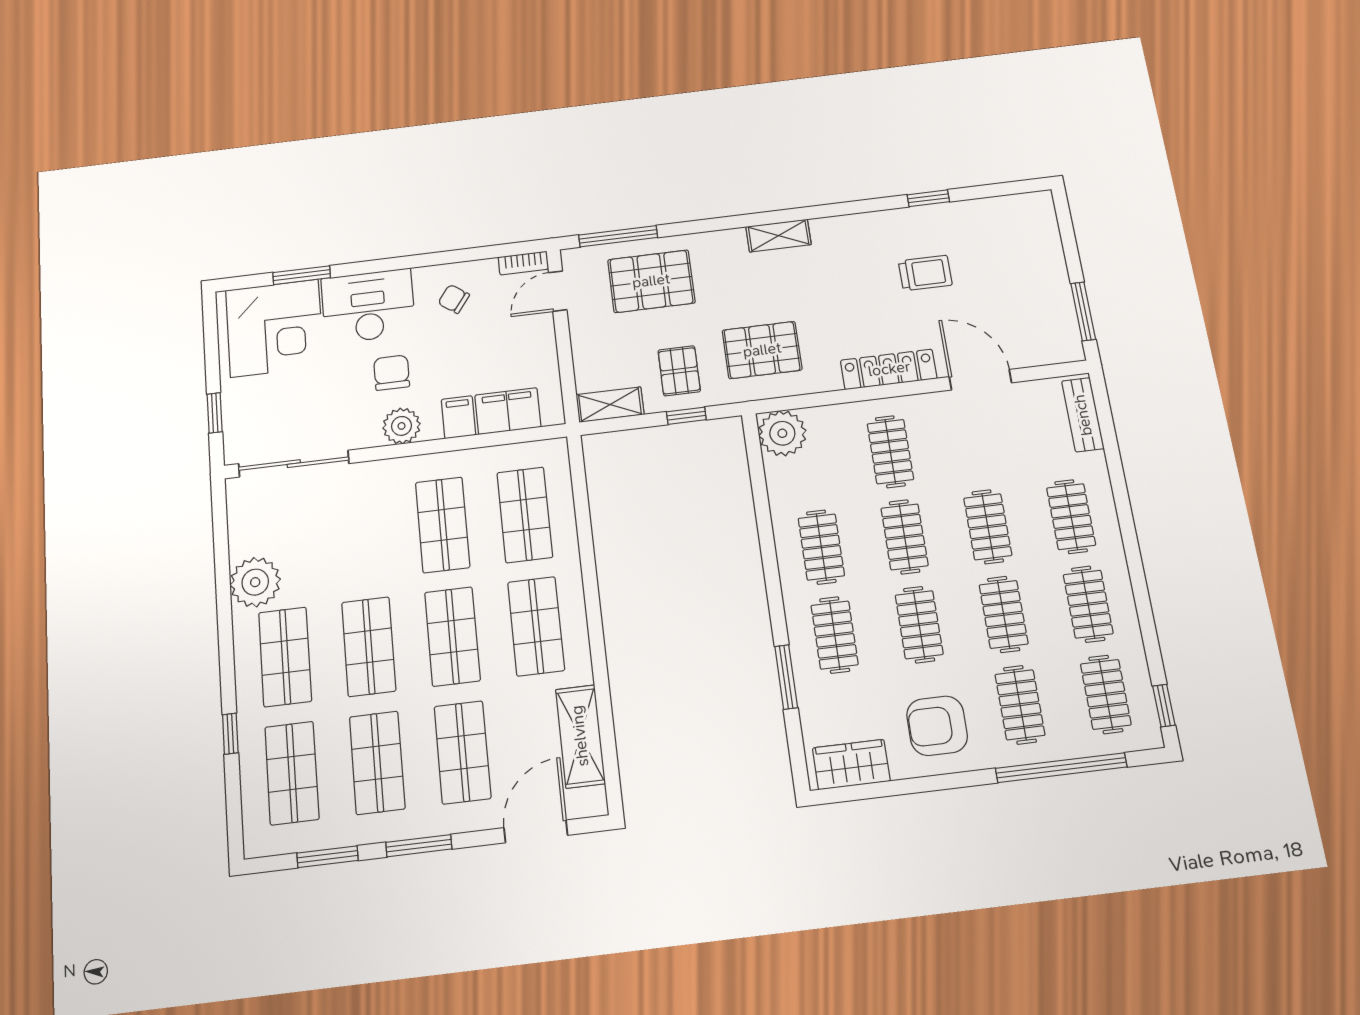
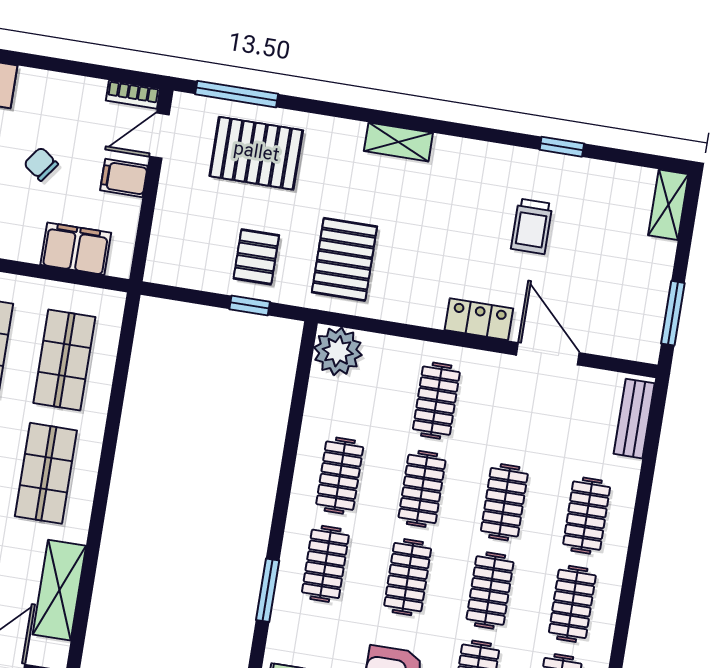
trolley: (925, 273) -> (532, 226), turned 90
chair: (454, 299) -> (41, 164), moved
pallet: (762, 350) -> (344, 259), turned 90
locker: (889, 369) -> (479, 319), width x0.66
shelving: (610, 405) -> (668, 205), moved, turned 90
filing cabinet: (459, 417) -> (124, 178), moved, turned -90

